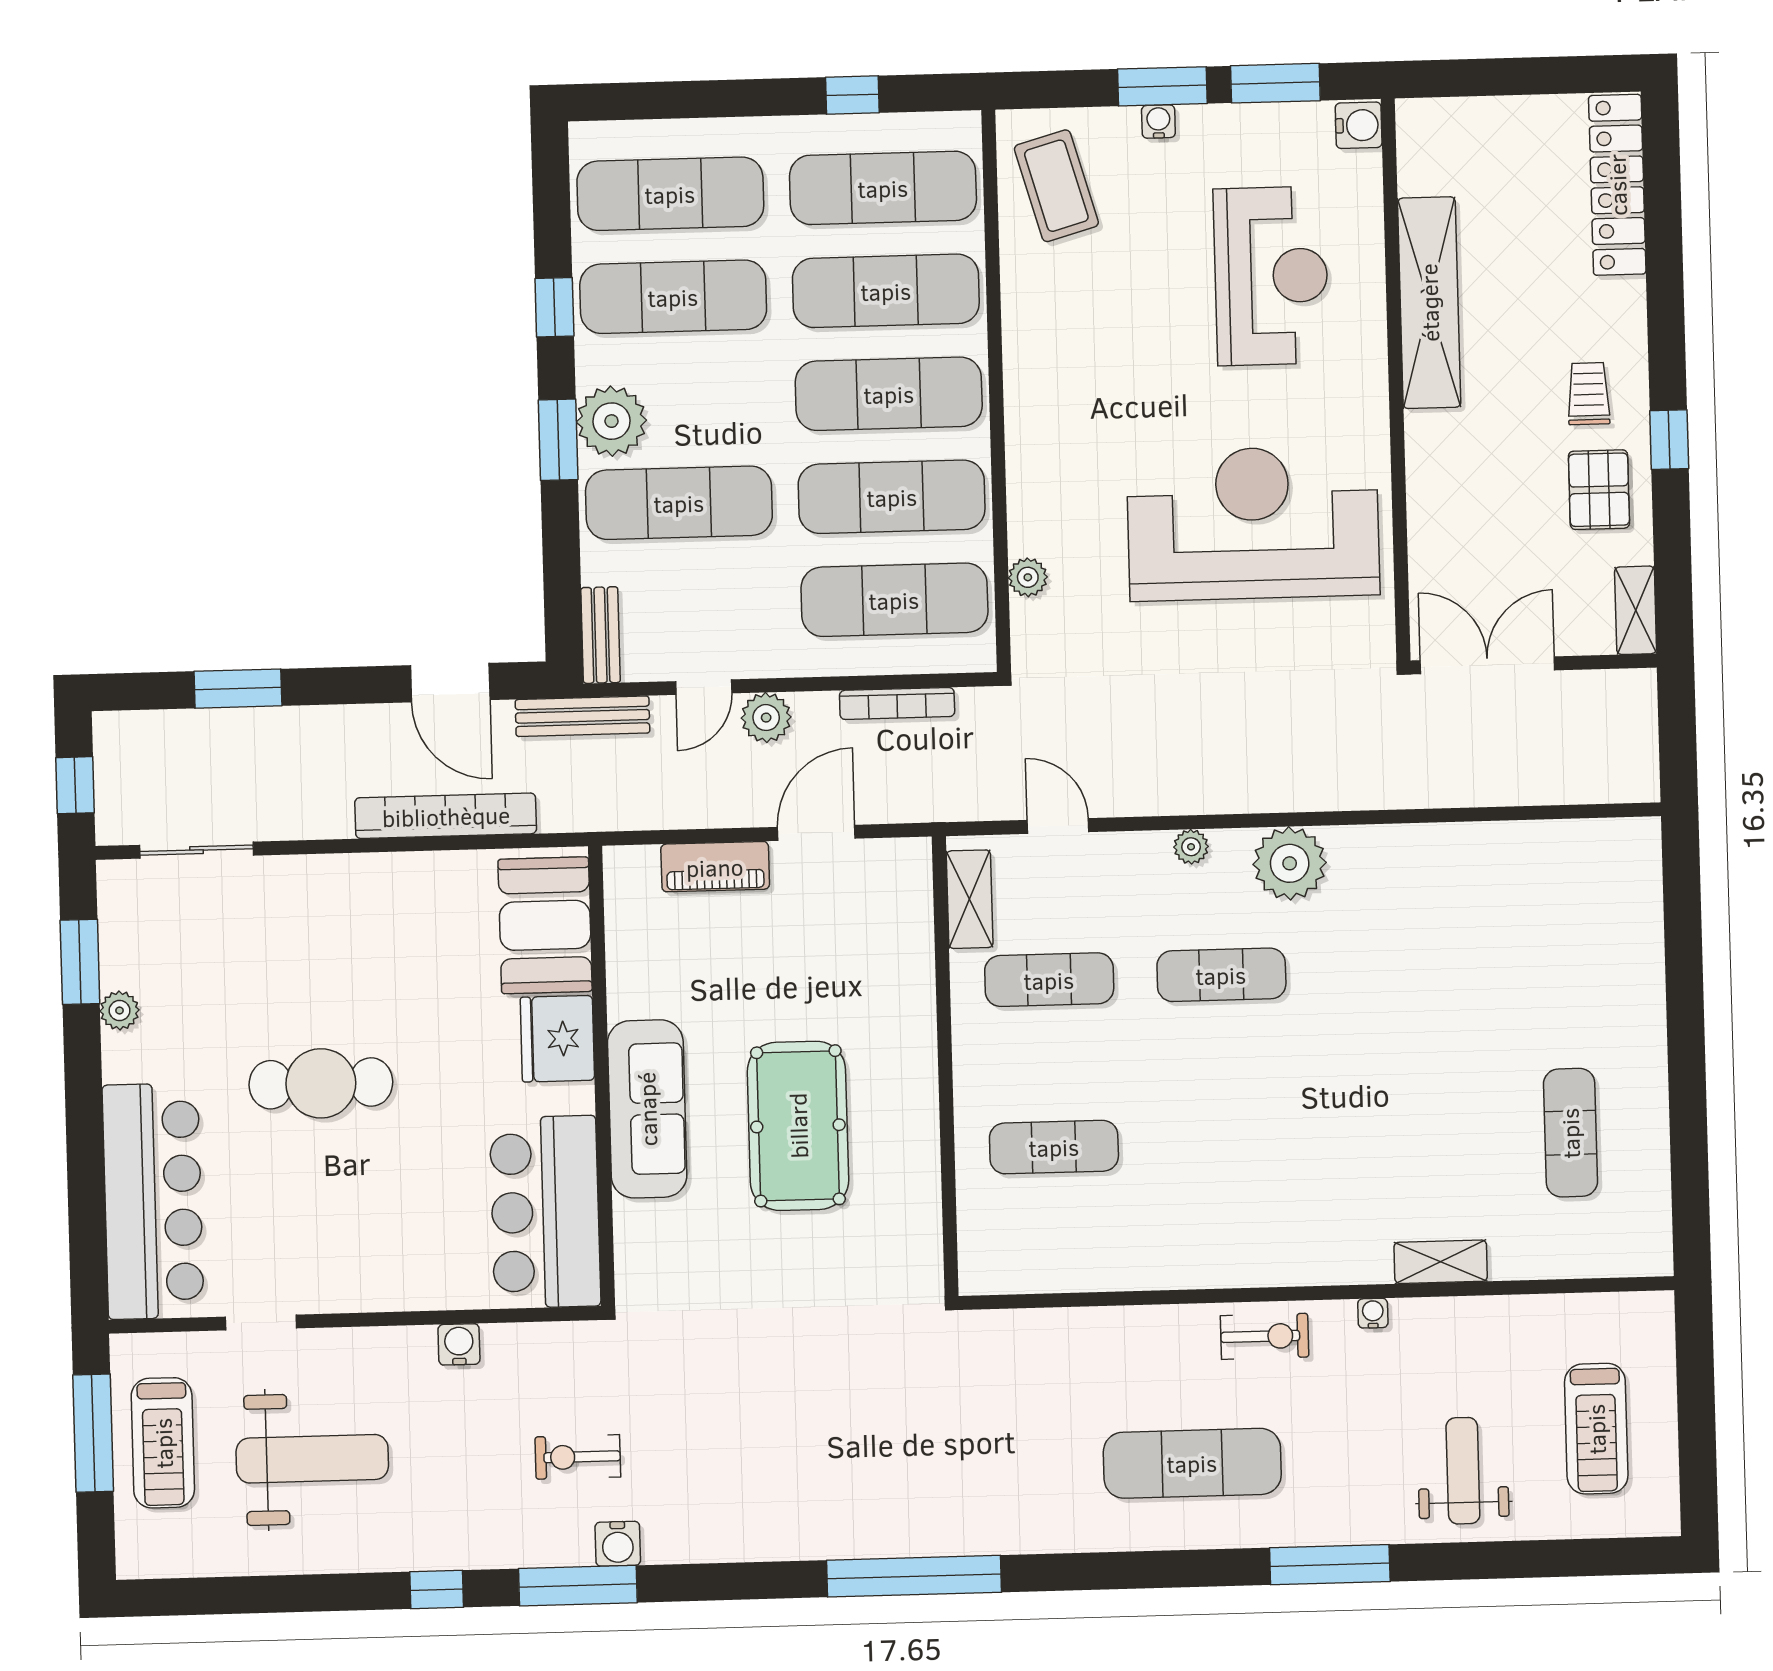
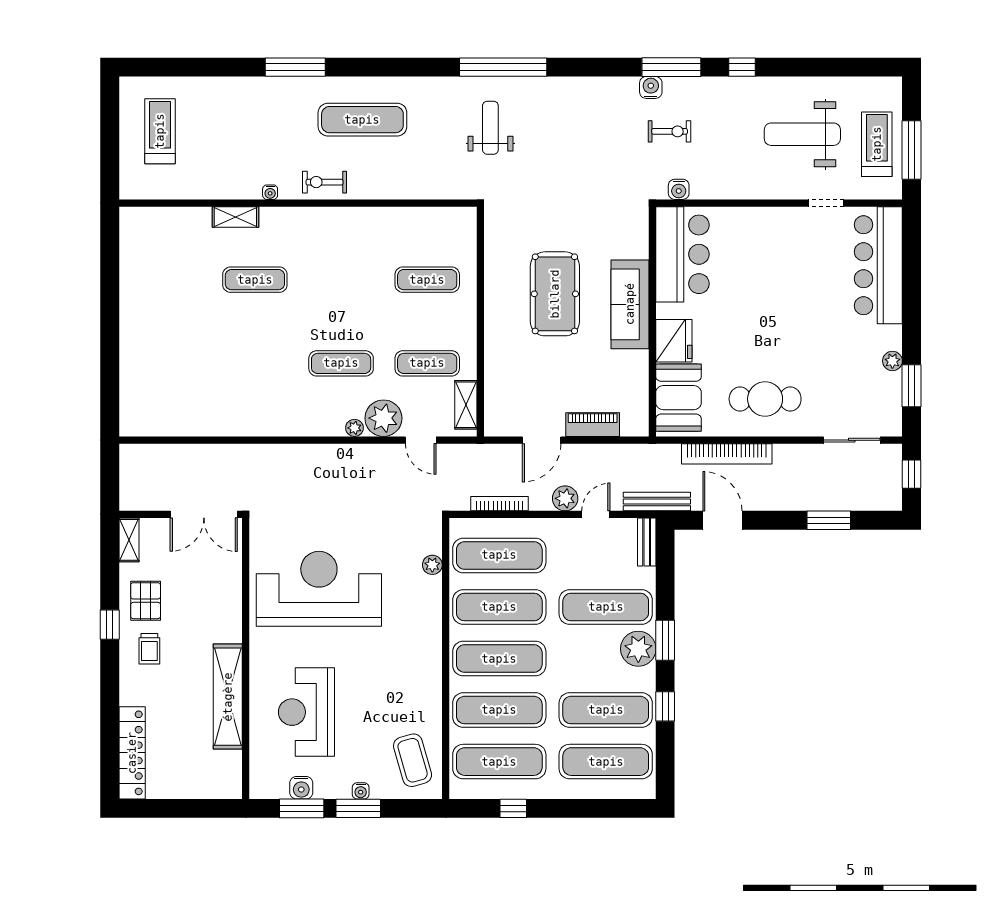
water cooler: (1359, 125) -> (301, 788), moved, turned -90
reception desk: (1253, 523) -> (319, 589), turned 180
plant: (1290, 863) -> (383, 418), moved
cafe table: (321, 1083) -> (765, 399), moved
exercise mat: (1570, 1133) -> (255, 280), moved, turned 90
water cooler: (459, 1344) -> (679, 189), moved
weight bench: (1463, 1471) -> (490, 128), moved, turned 180

